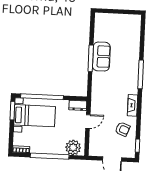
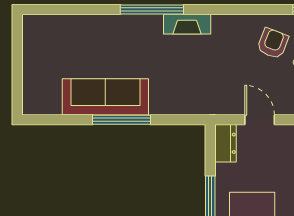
sofa: (101, 57) -> (105, 97), width x1.36
fireplace: (133, 105) -> (187, 24), moved

